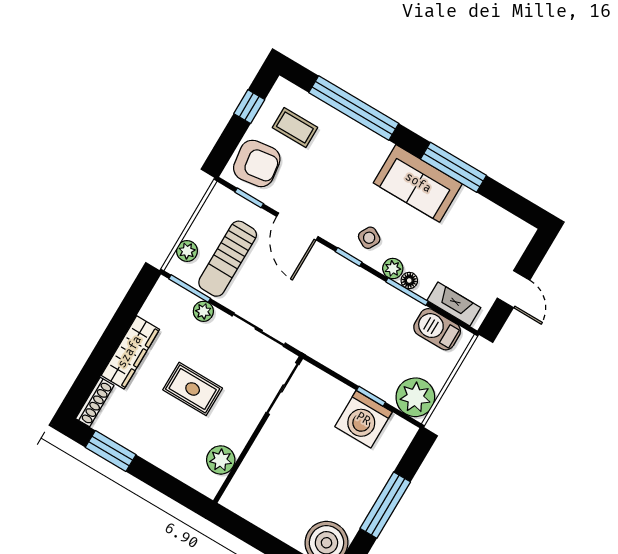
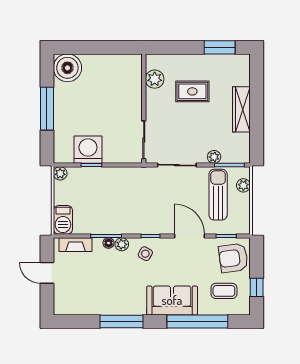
sofa: (418, 183) -> (172, 300), moved
barbecue: (437, 329) -> (63, 220), moved, turned 90
rug: (193, 389) -> (192, 91), moved
plant: (415, 397) -> (60, 173), width x0.53, depth x0.53
shoe rack: (95, 402) -> (245, 70), removed

